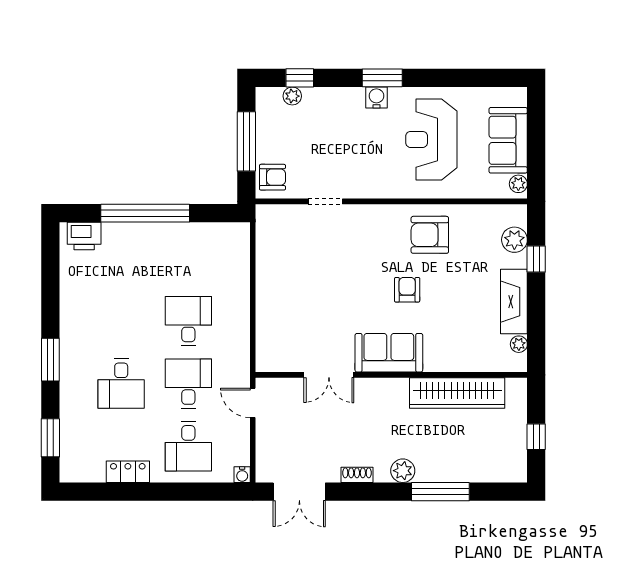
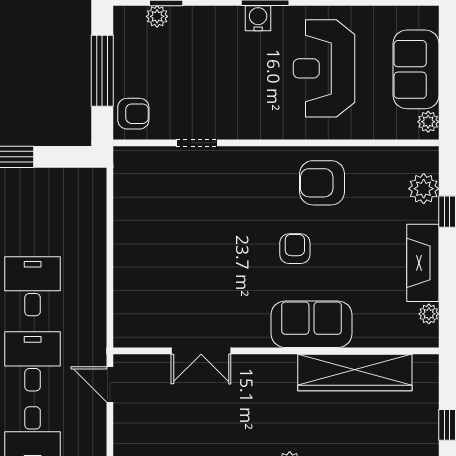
sofa: (389, 353) -> (312, 324), moved

